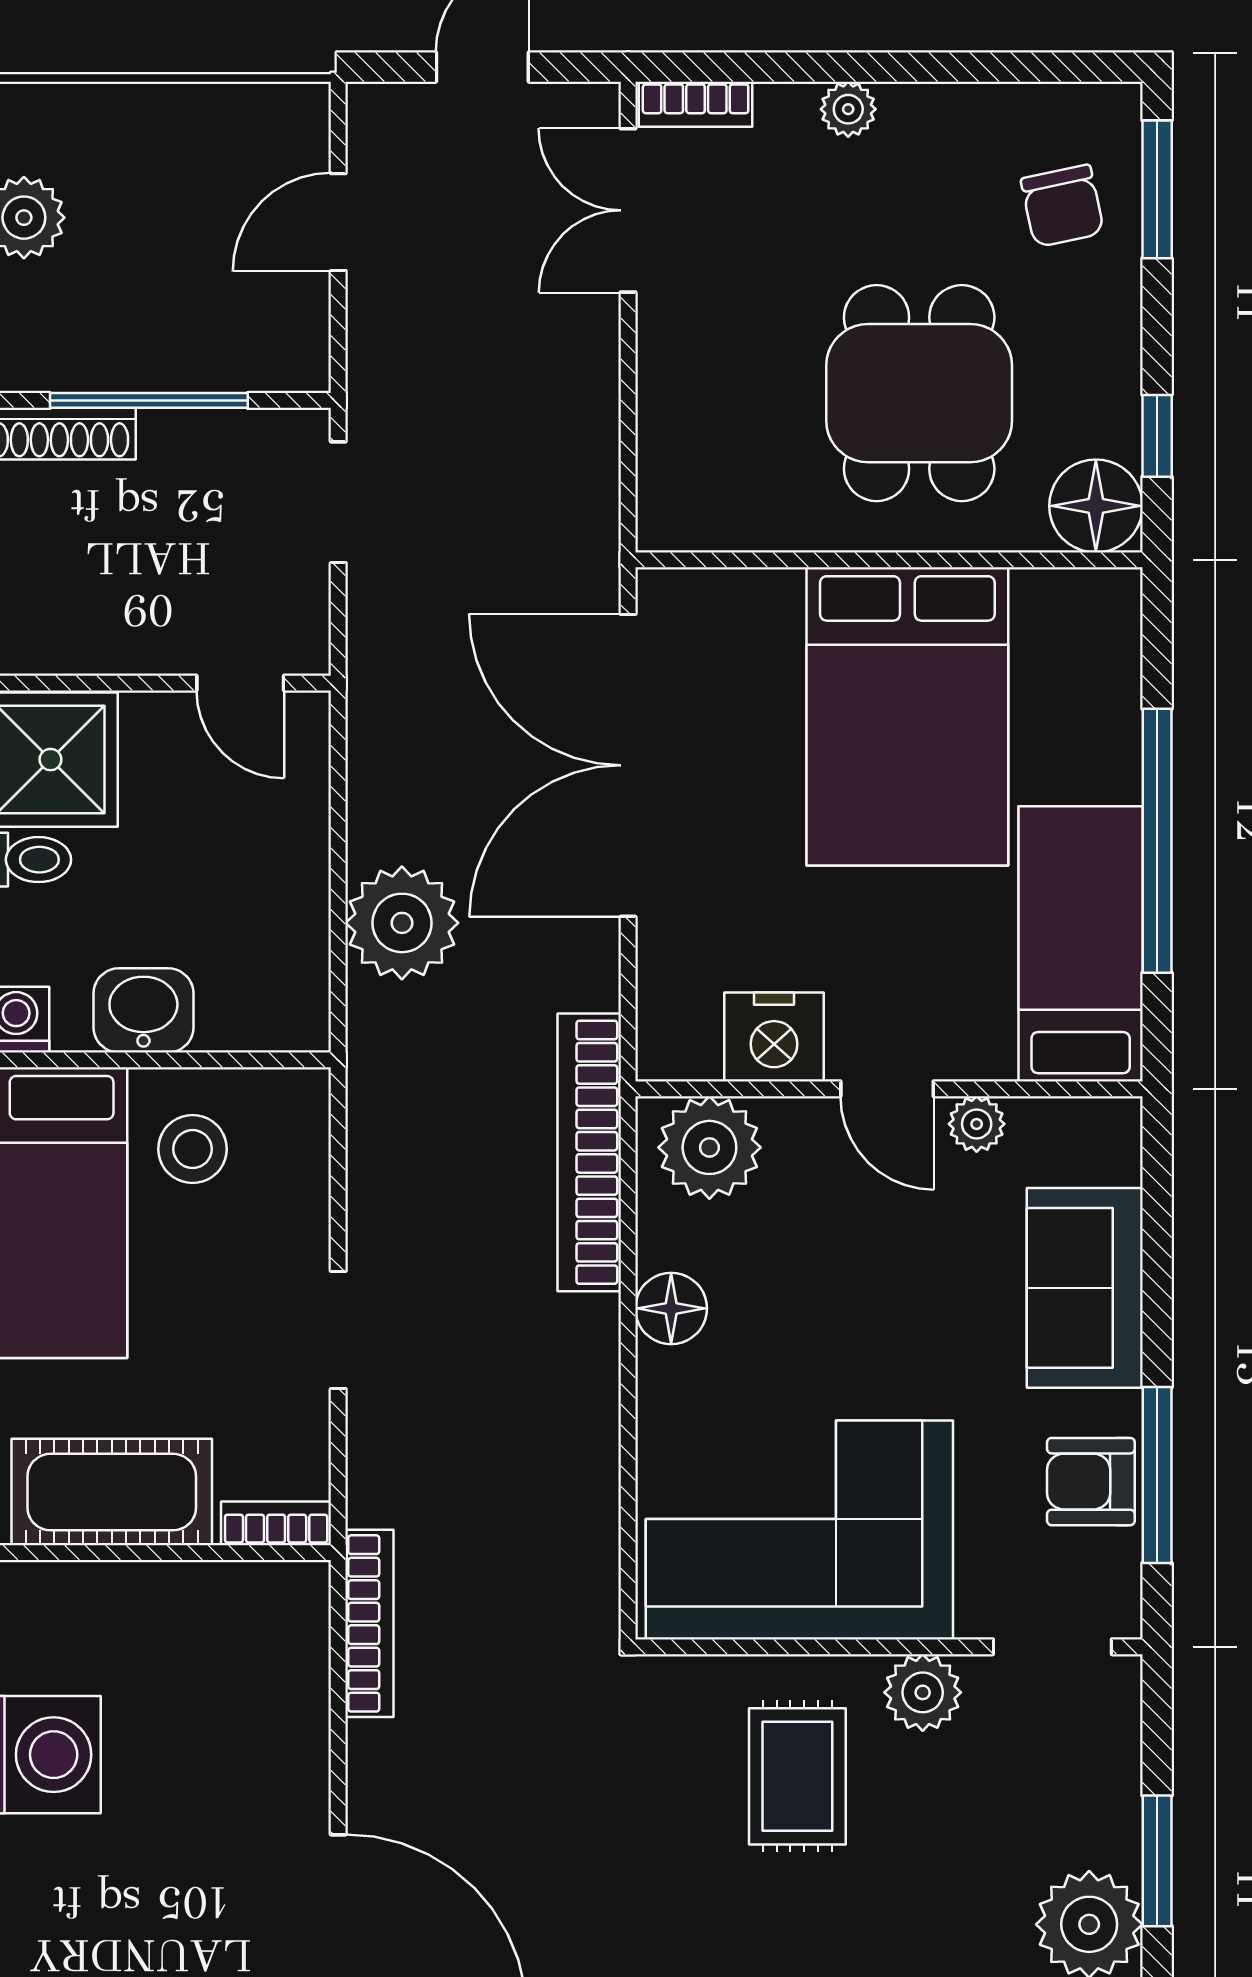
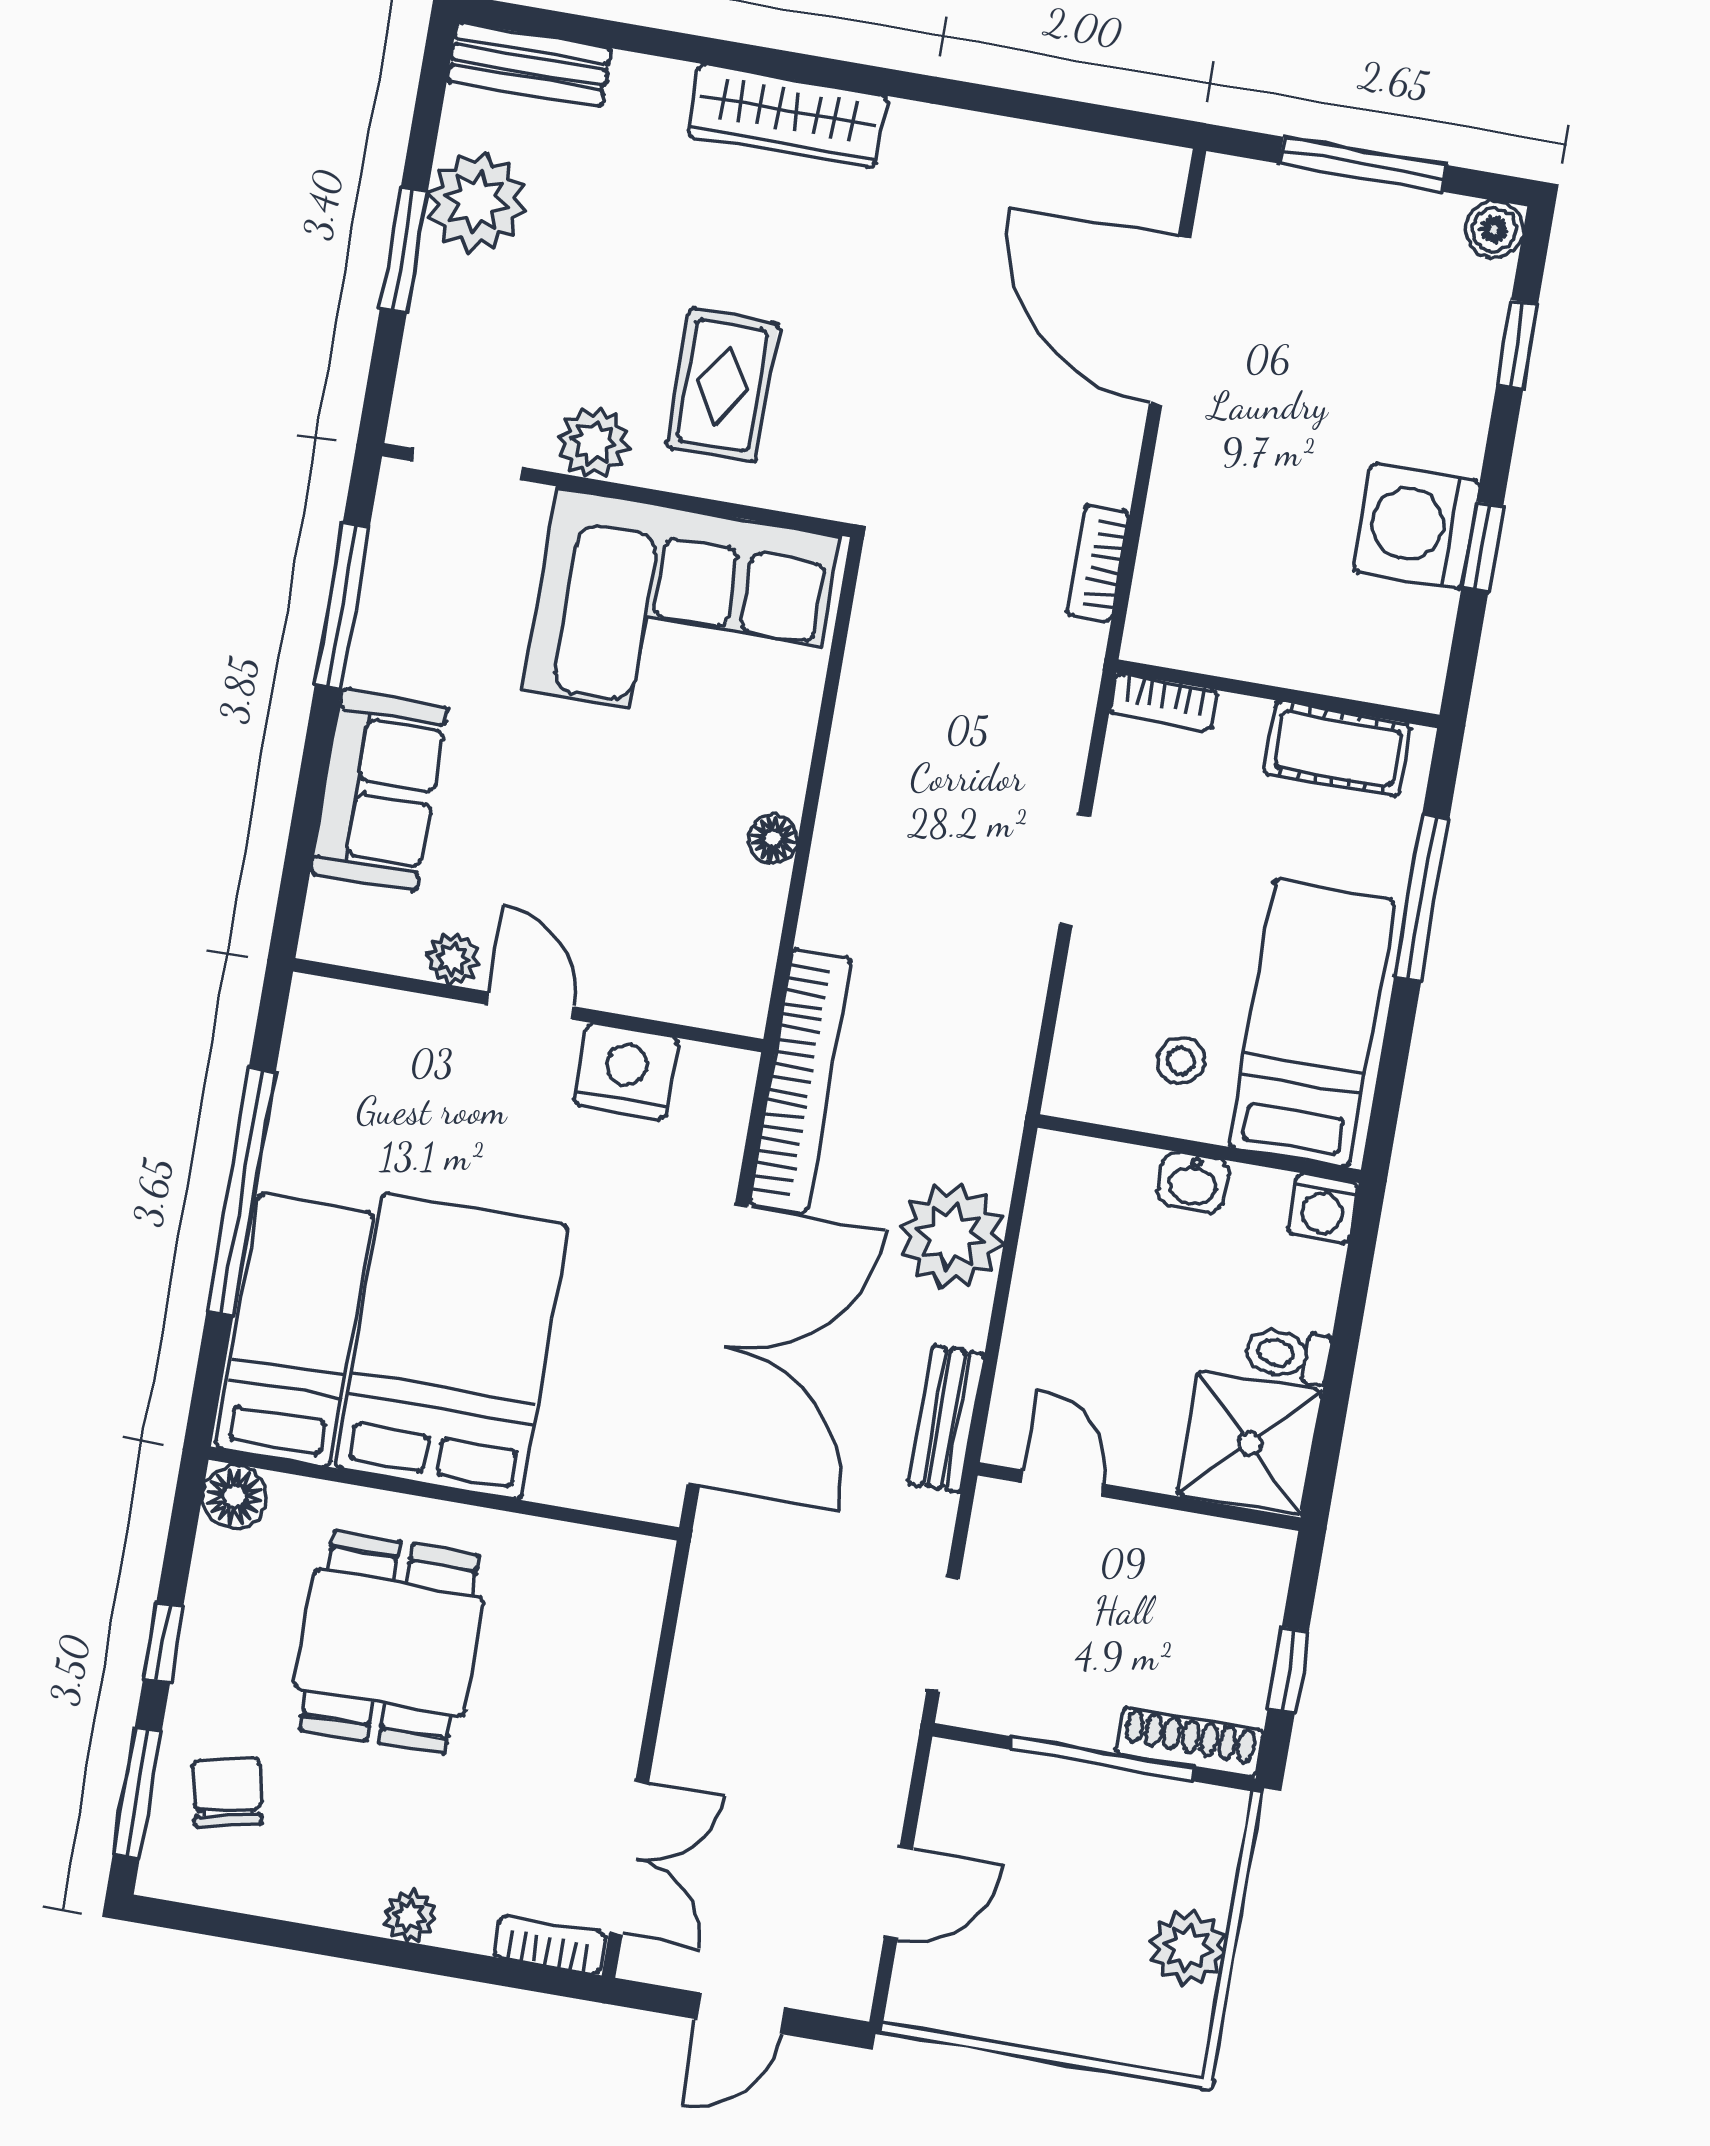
window: (1157, 436) -> (163, 1642), moved
floor lamp: (1096, 506) -> (234, 1497), width x0.73, depth x0.73
bench: (374, 730) -> (946, 1419), added
bed: (1081, 944) -> (294, 1330), moved, turned 180
washbasin: (143, 1010) -> (1193, 1182), width x0.72, depth x0.69
plant: (709, 1147) -> (703, 980), removed
stool: (193, 1149) -> (1181, 1061), width x0.73, depth x0.73
bookcase: (589, 1152) -> (800, 1081), moved
floor lamp: (671, 1308) -> (773, 839), width x0.73, depth x0.73
armchair: (1091, 1482) -> (404, 610), removed
cot: (112, 1492) -> (1337, 749), width x0.73, depth x0.75
bookcase: (369, 1623) -> (1098, 563), width x0.64

